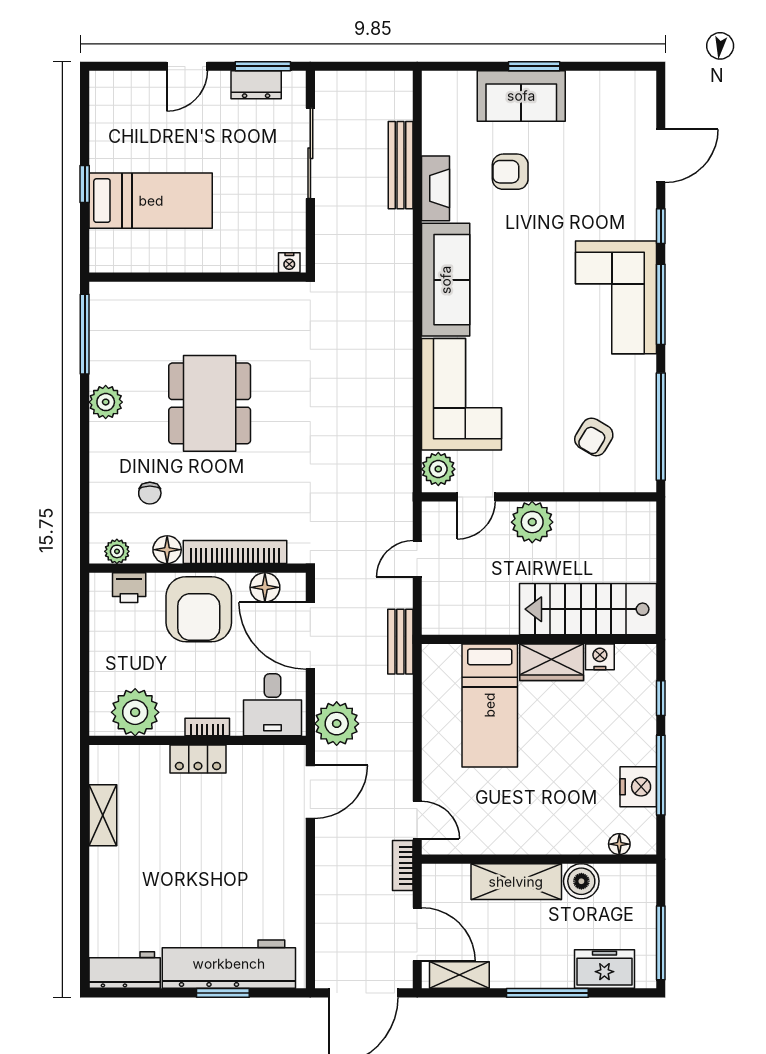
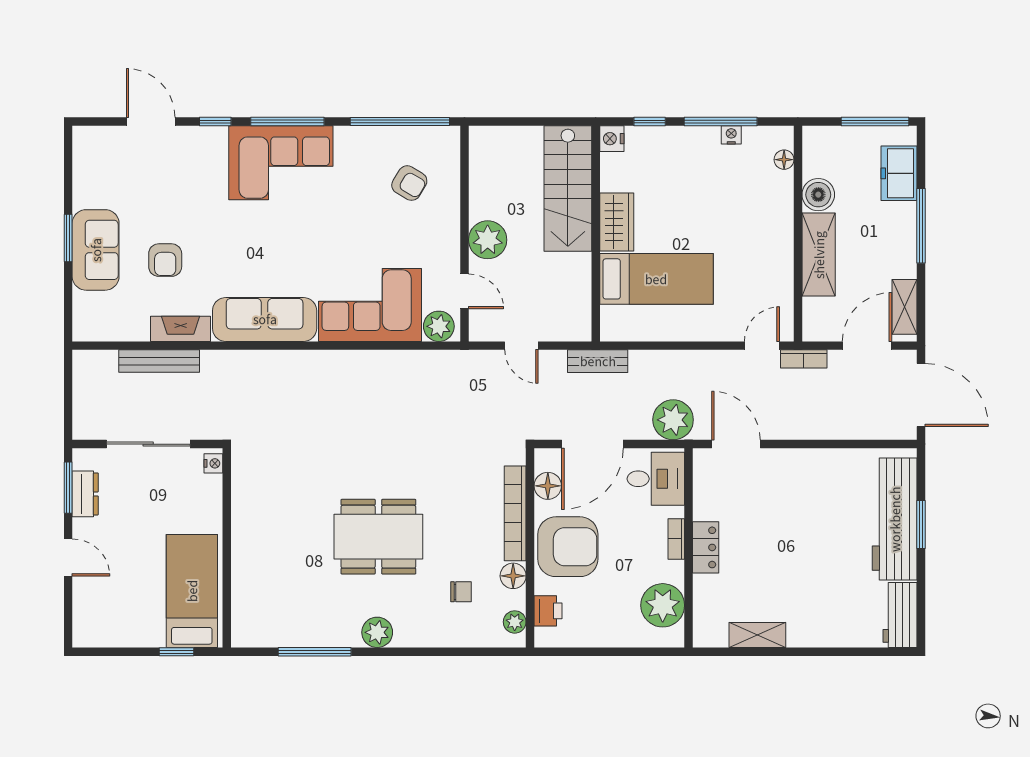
nightstand: (289, 263) -> (213, 463), moved
wall: (197, 277) -> (227, 548), moved
nightstand: (600, 657) -> (612, 139), moved
nightstand: (638, 787) -> (731, 135), width x0.53, depth x0.56

